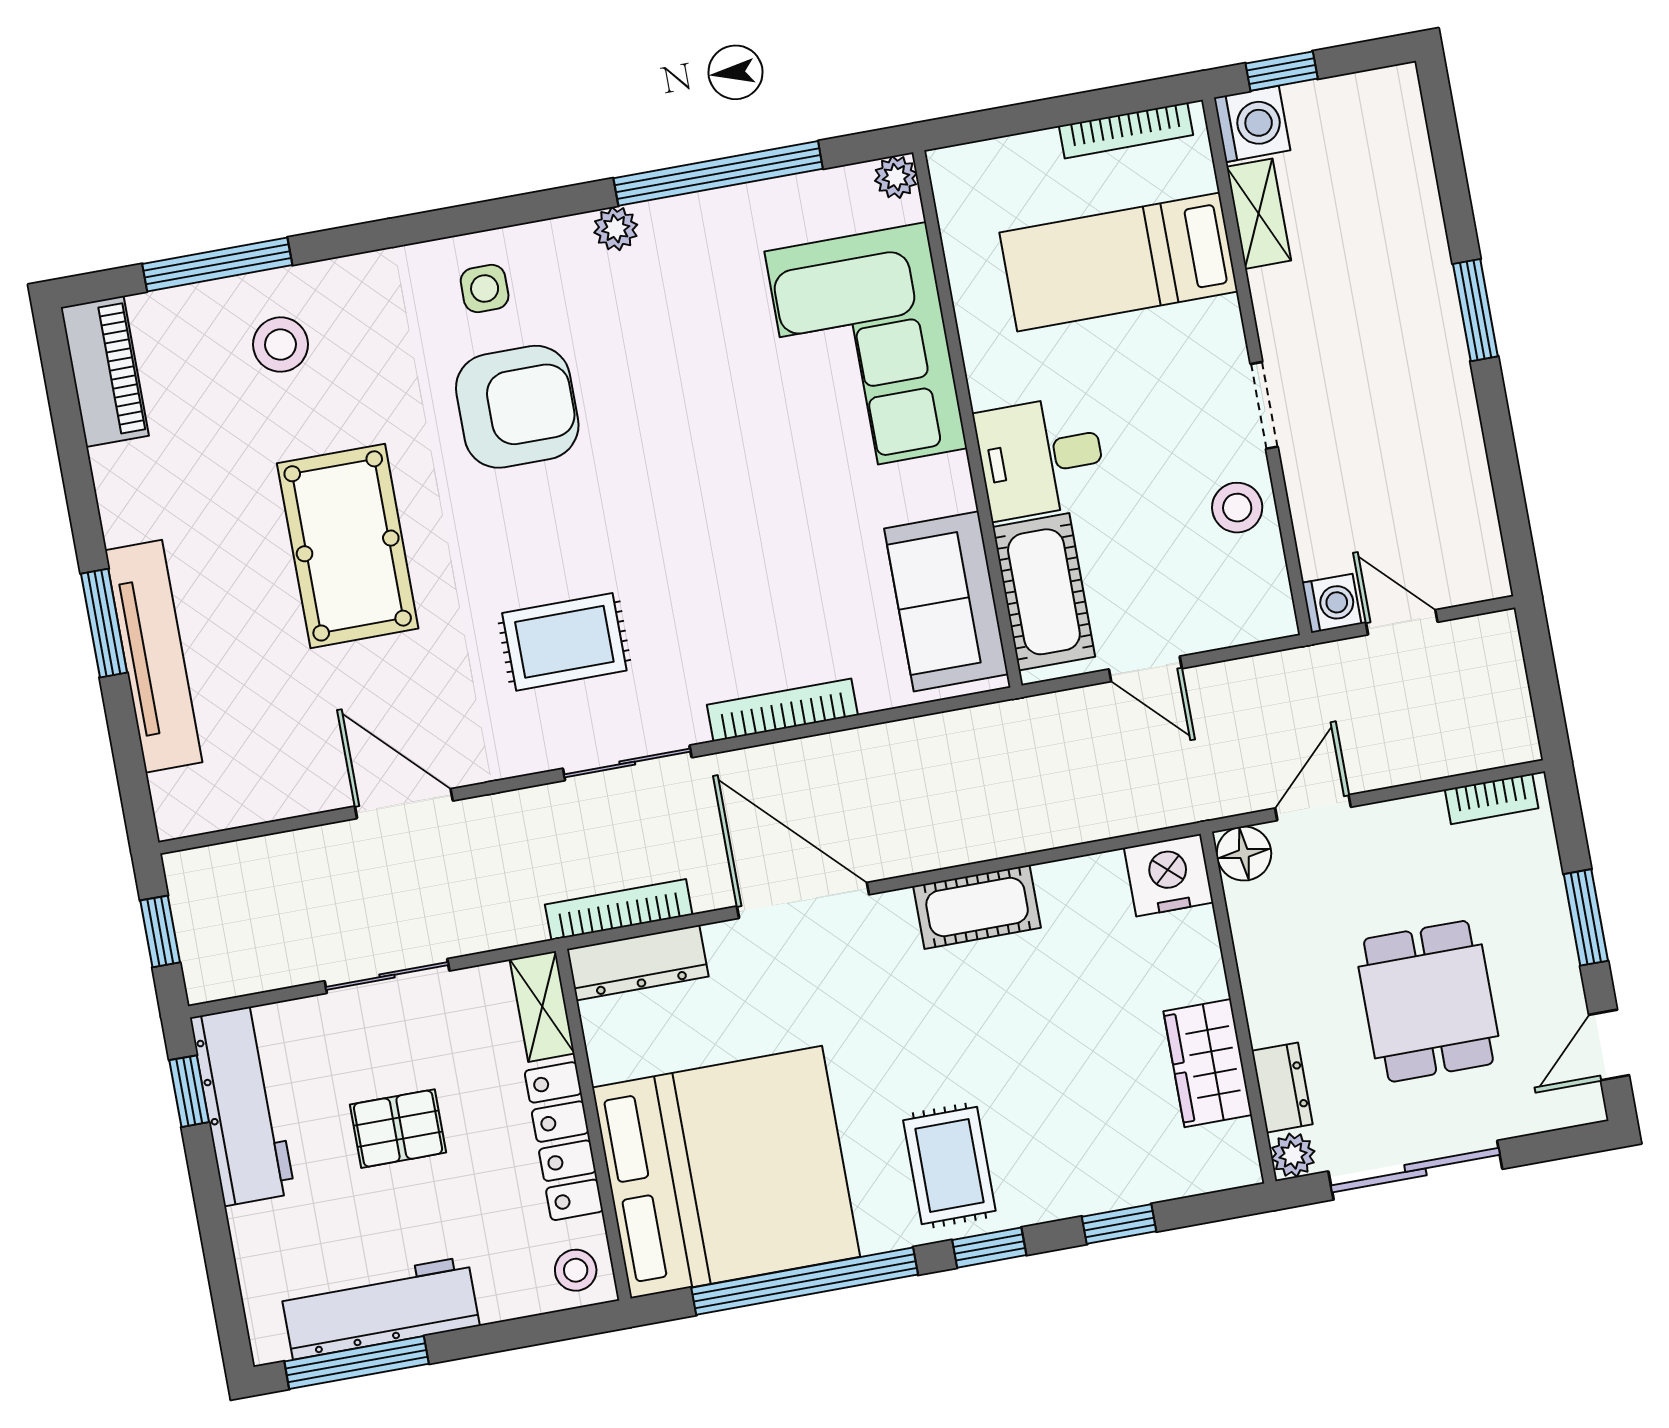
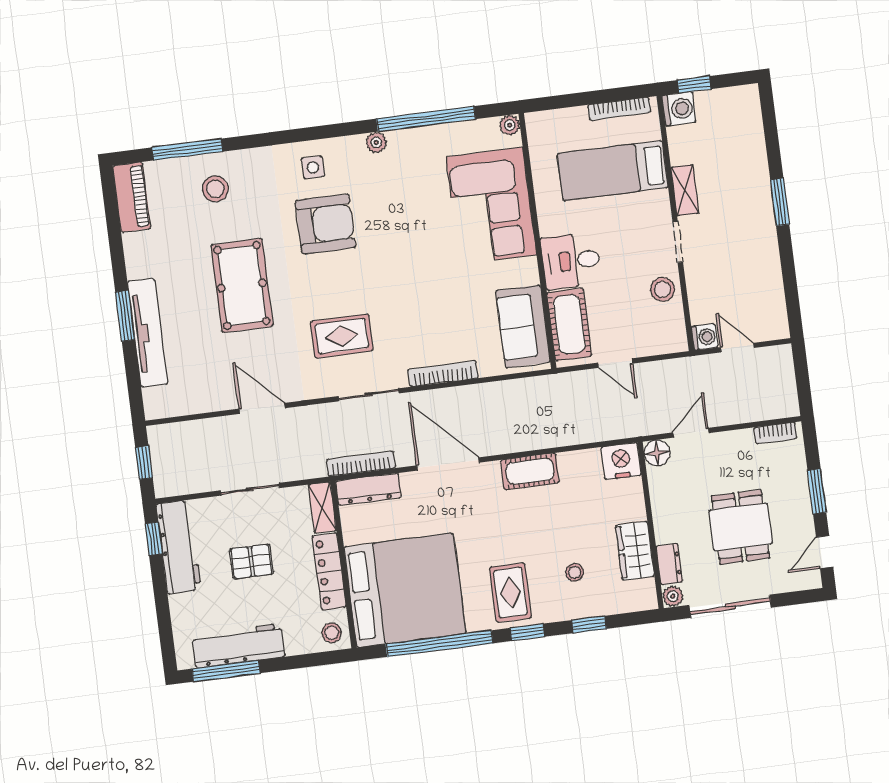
shelving: (1259, 214) -> (685, 190), moved
stool: (1083, 1116) -> (575, 572), added

